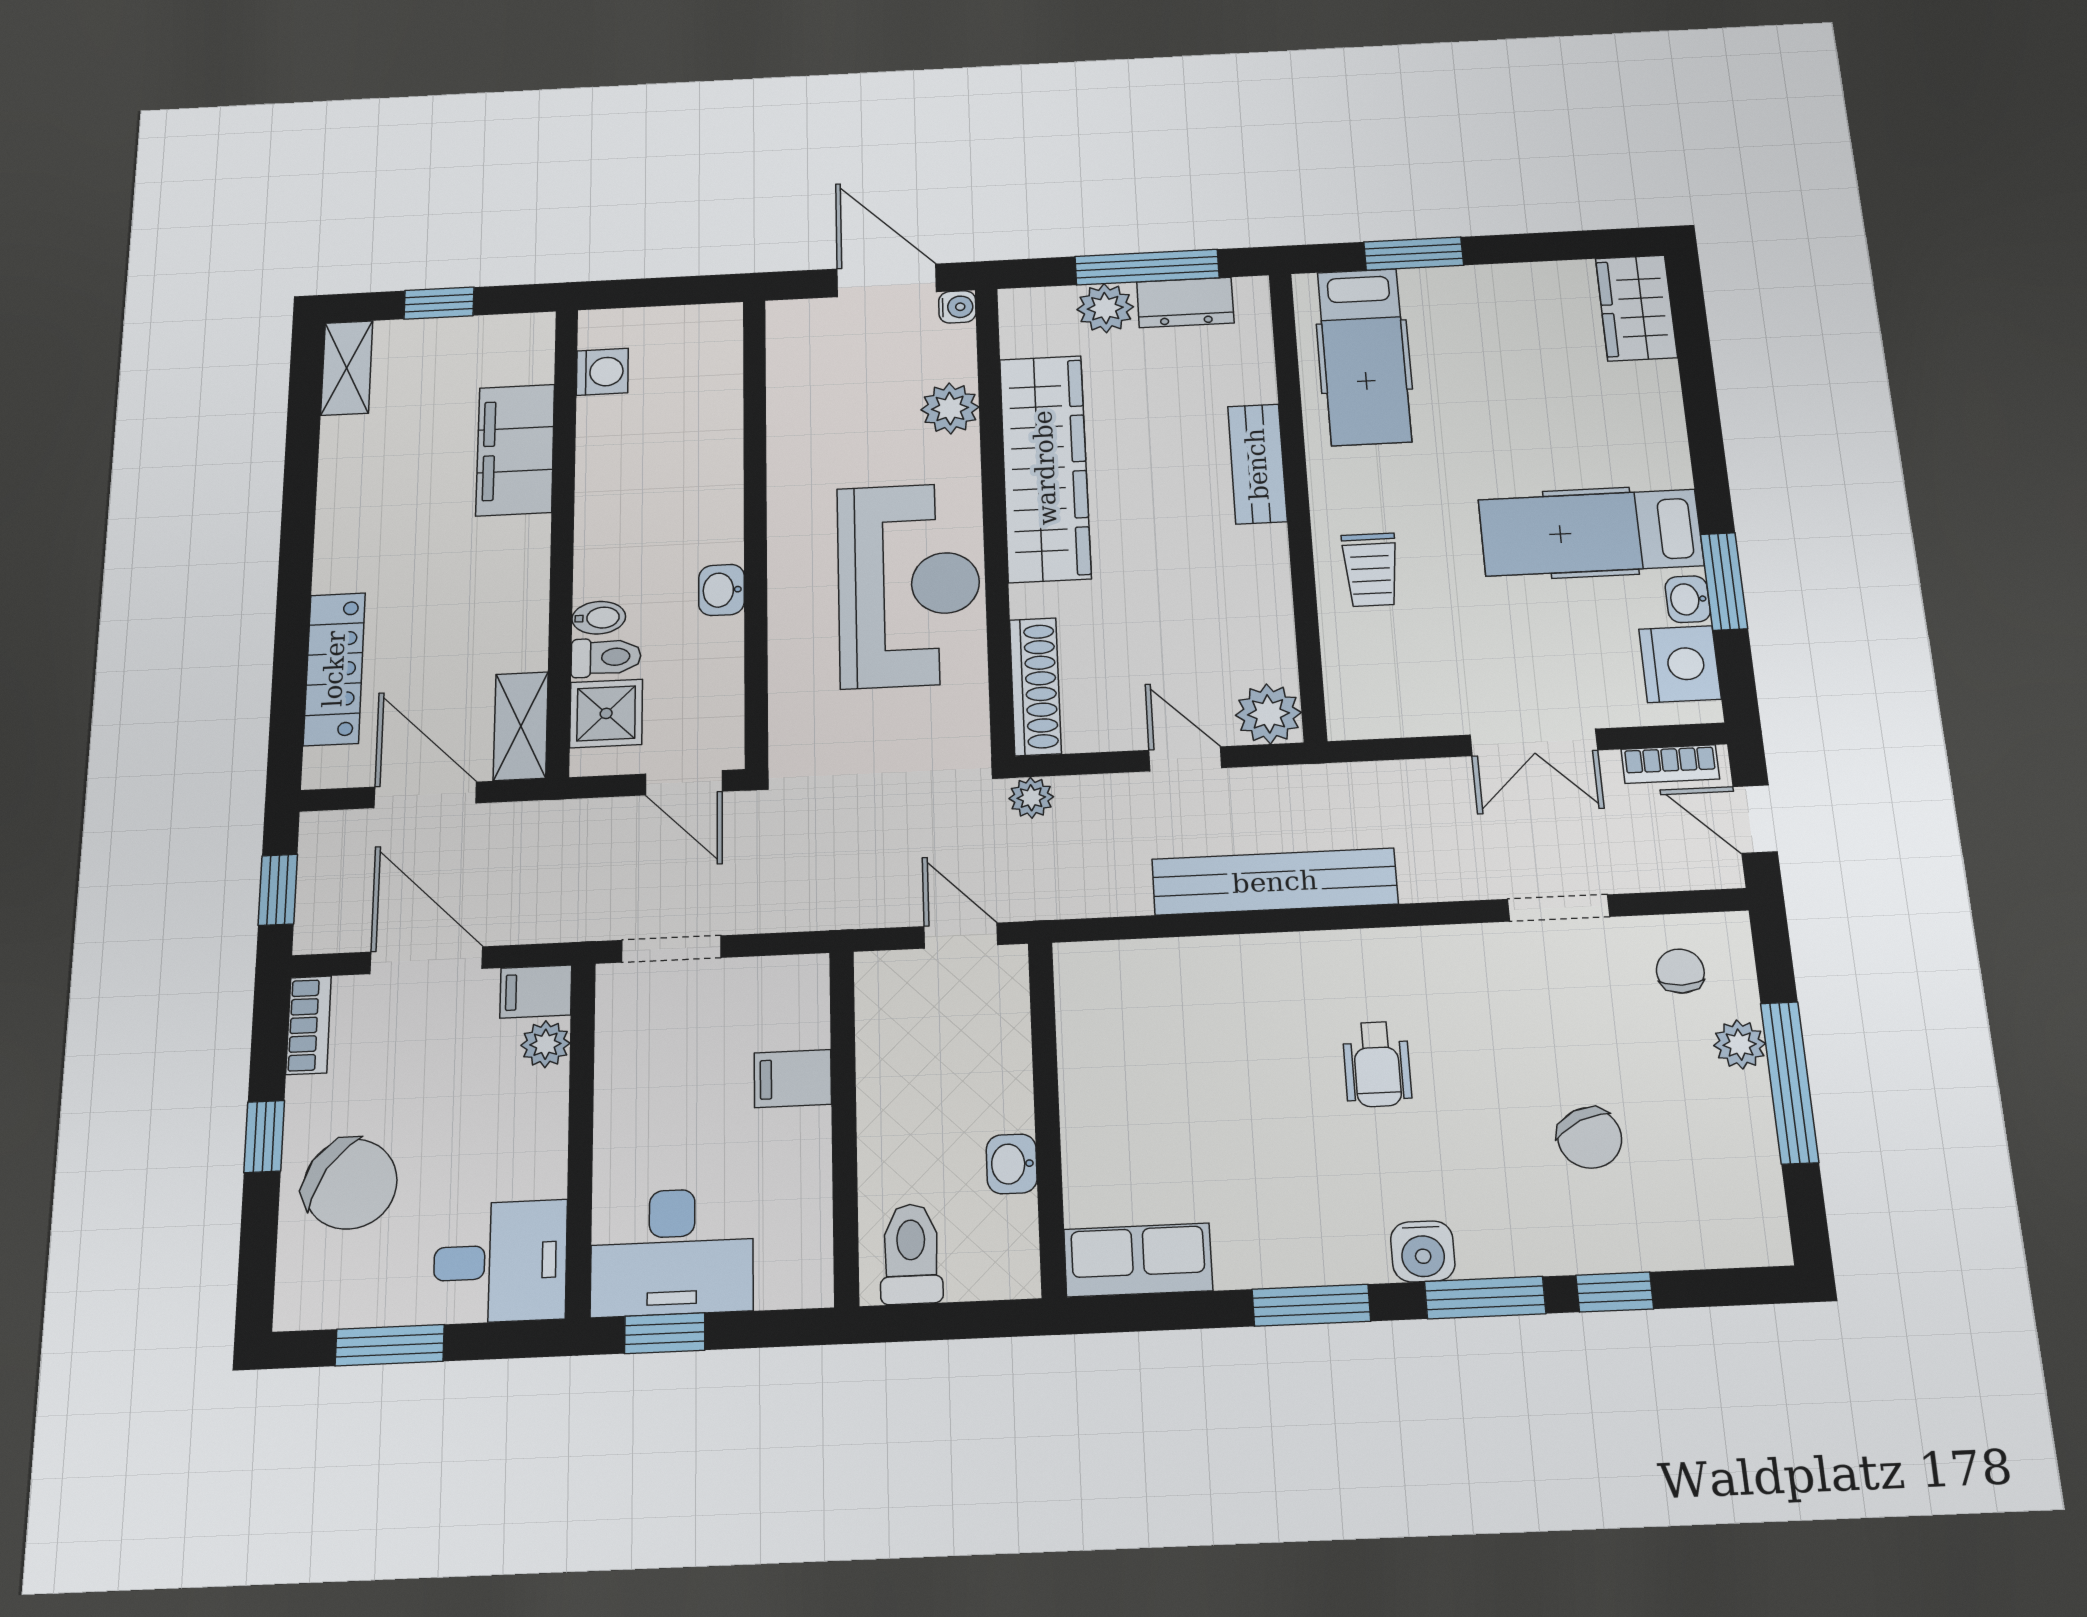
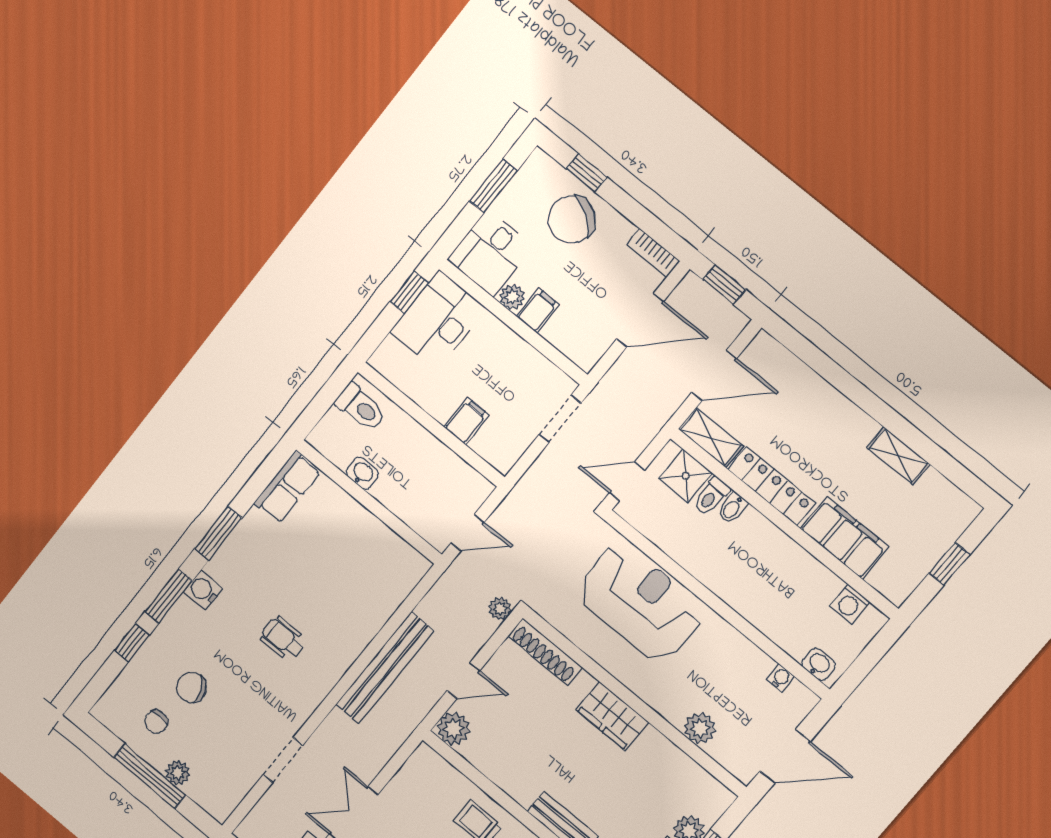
water cooler: (957, 307) -> (781, 678), moved, turned 180
shelving: (347, 368) -> (898, 456), moved
wardrobe: (1045, 468) -> (612, 716), width x0.48, depth x0.85
reception desk: (909, 585) -> (640, 603), moved, turned 180
washbasin: (721, 590) -> (819, 664), moved
locker: (334, 669) -> (772, 486), moved, turned 180
chair: (1680, 971) -> (156, 722), moved, turned 90
filing cabinet: (536, 991) -> (538, 310), moved
plant: (545, 1044) -> (512, 297), moved
window: (264, 1136) -> (587, 173), moved

